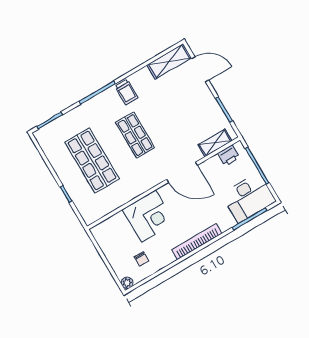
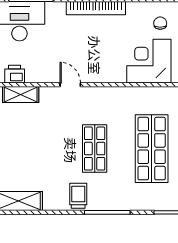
door: (182, 172) -> (70, 85), width x0.53
corner desk: (149, 216) -> (149, 61), moved

